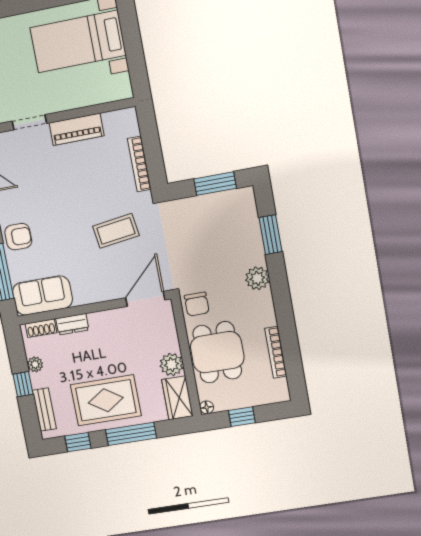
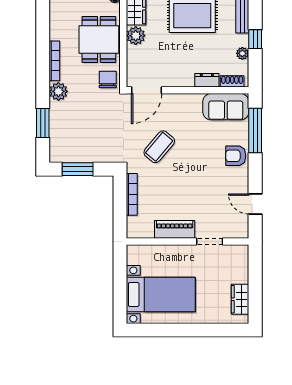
coffee table: (116, 231) -> (159, 147), turned -42
bookcase: (276, 352) -> (54, 61), moved

